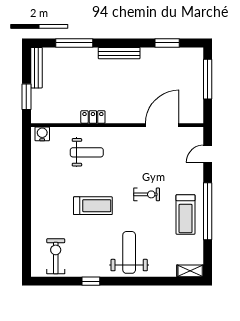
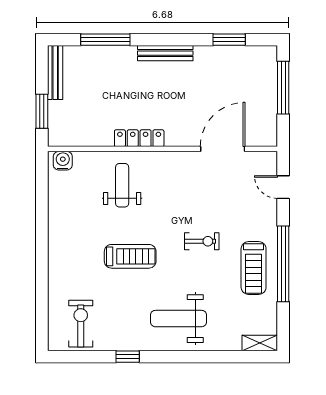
locker: (93, 117) -> (139, 138), width x1.53
weight bench: (87, 152) -> (122, 185), turned -90
door: (208, 154) -> (283, 187), hinge flipped
weight bench: (129, 252) -> (178, 319), turned -90

